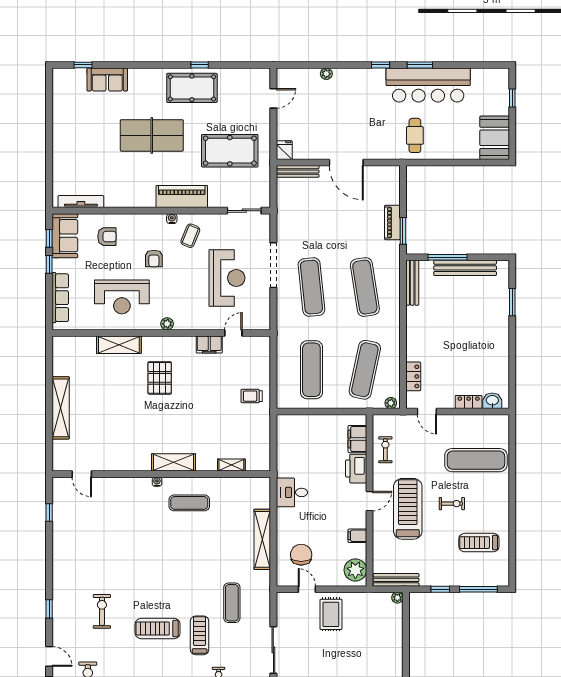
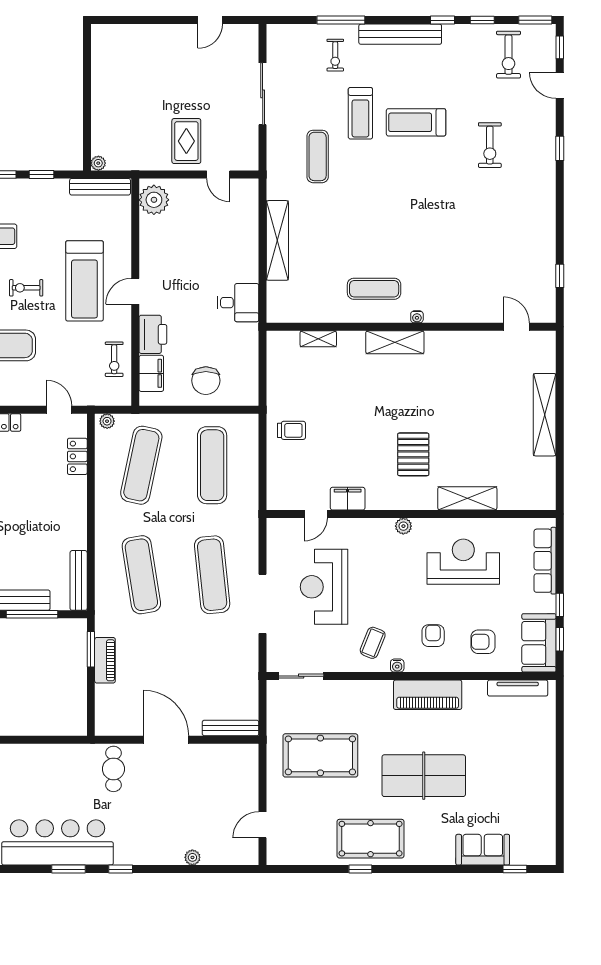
cafe table: (415, 135) -> (113, 769), moved
fridge: (284, 150) -> (248, 756), removed
piano: (182, 197) -> (428, 695), moved
armchair: (154, 259) -> (433, 636), moved
filing cabinet: (357, 536) -> (151, 245), removed
chair: (301, 555) -> (206, 381), moved
treadmill: (158, 629) -> (416, 122), turned 180

